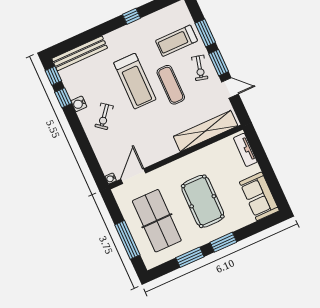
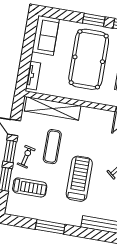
window: (132, 16) -> (50, 227), width x2.17
exercise mat: (171, 85) -> (52, 147), moved
pool table: (203, 201) -> (89, 59), width x1.36, depth x1.32

